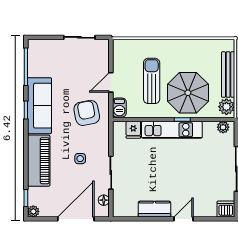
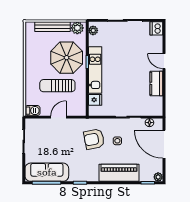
door: (111, 82) -> (59, 117), swing flipped
sofa: (39, 106) -> (47, 172), moved
barbecue: (119, 108) -> (33, 111), moved
armchair: (87, 113) -> (94, 139), moved

